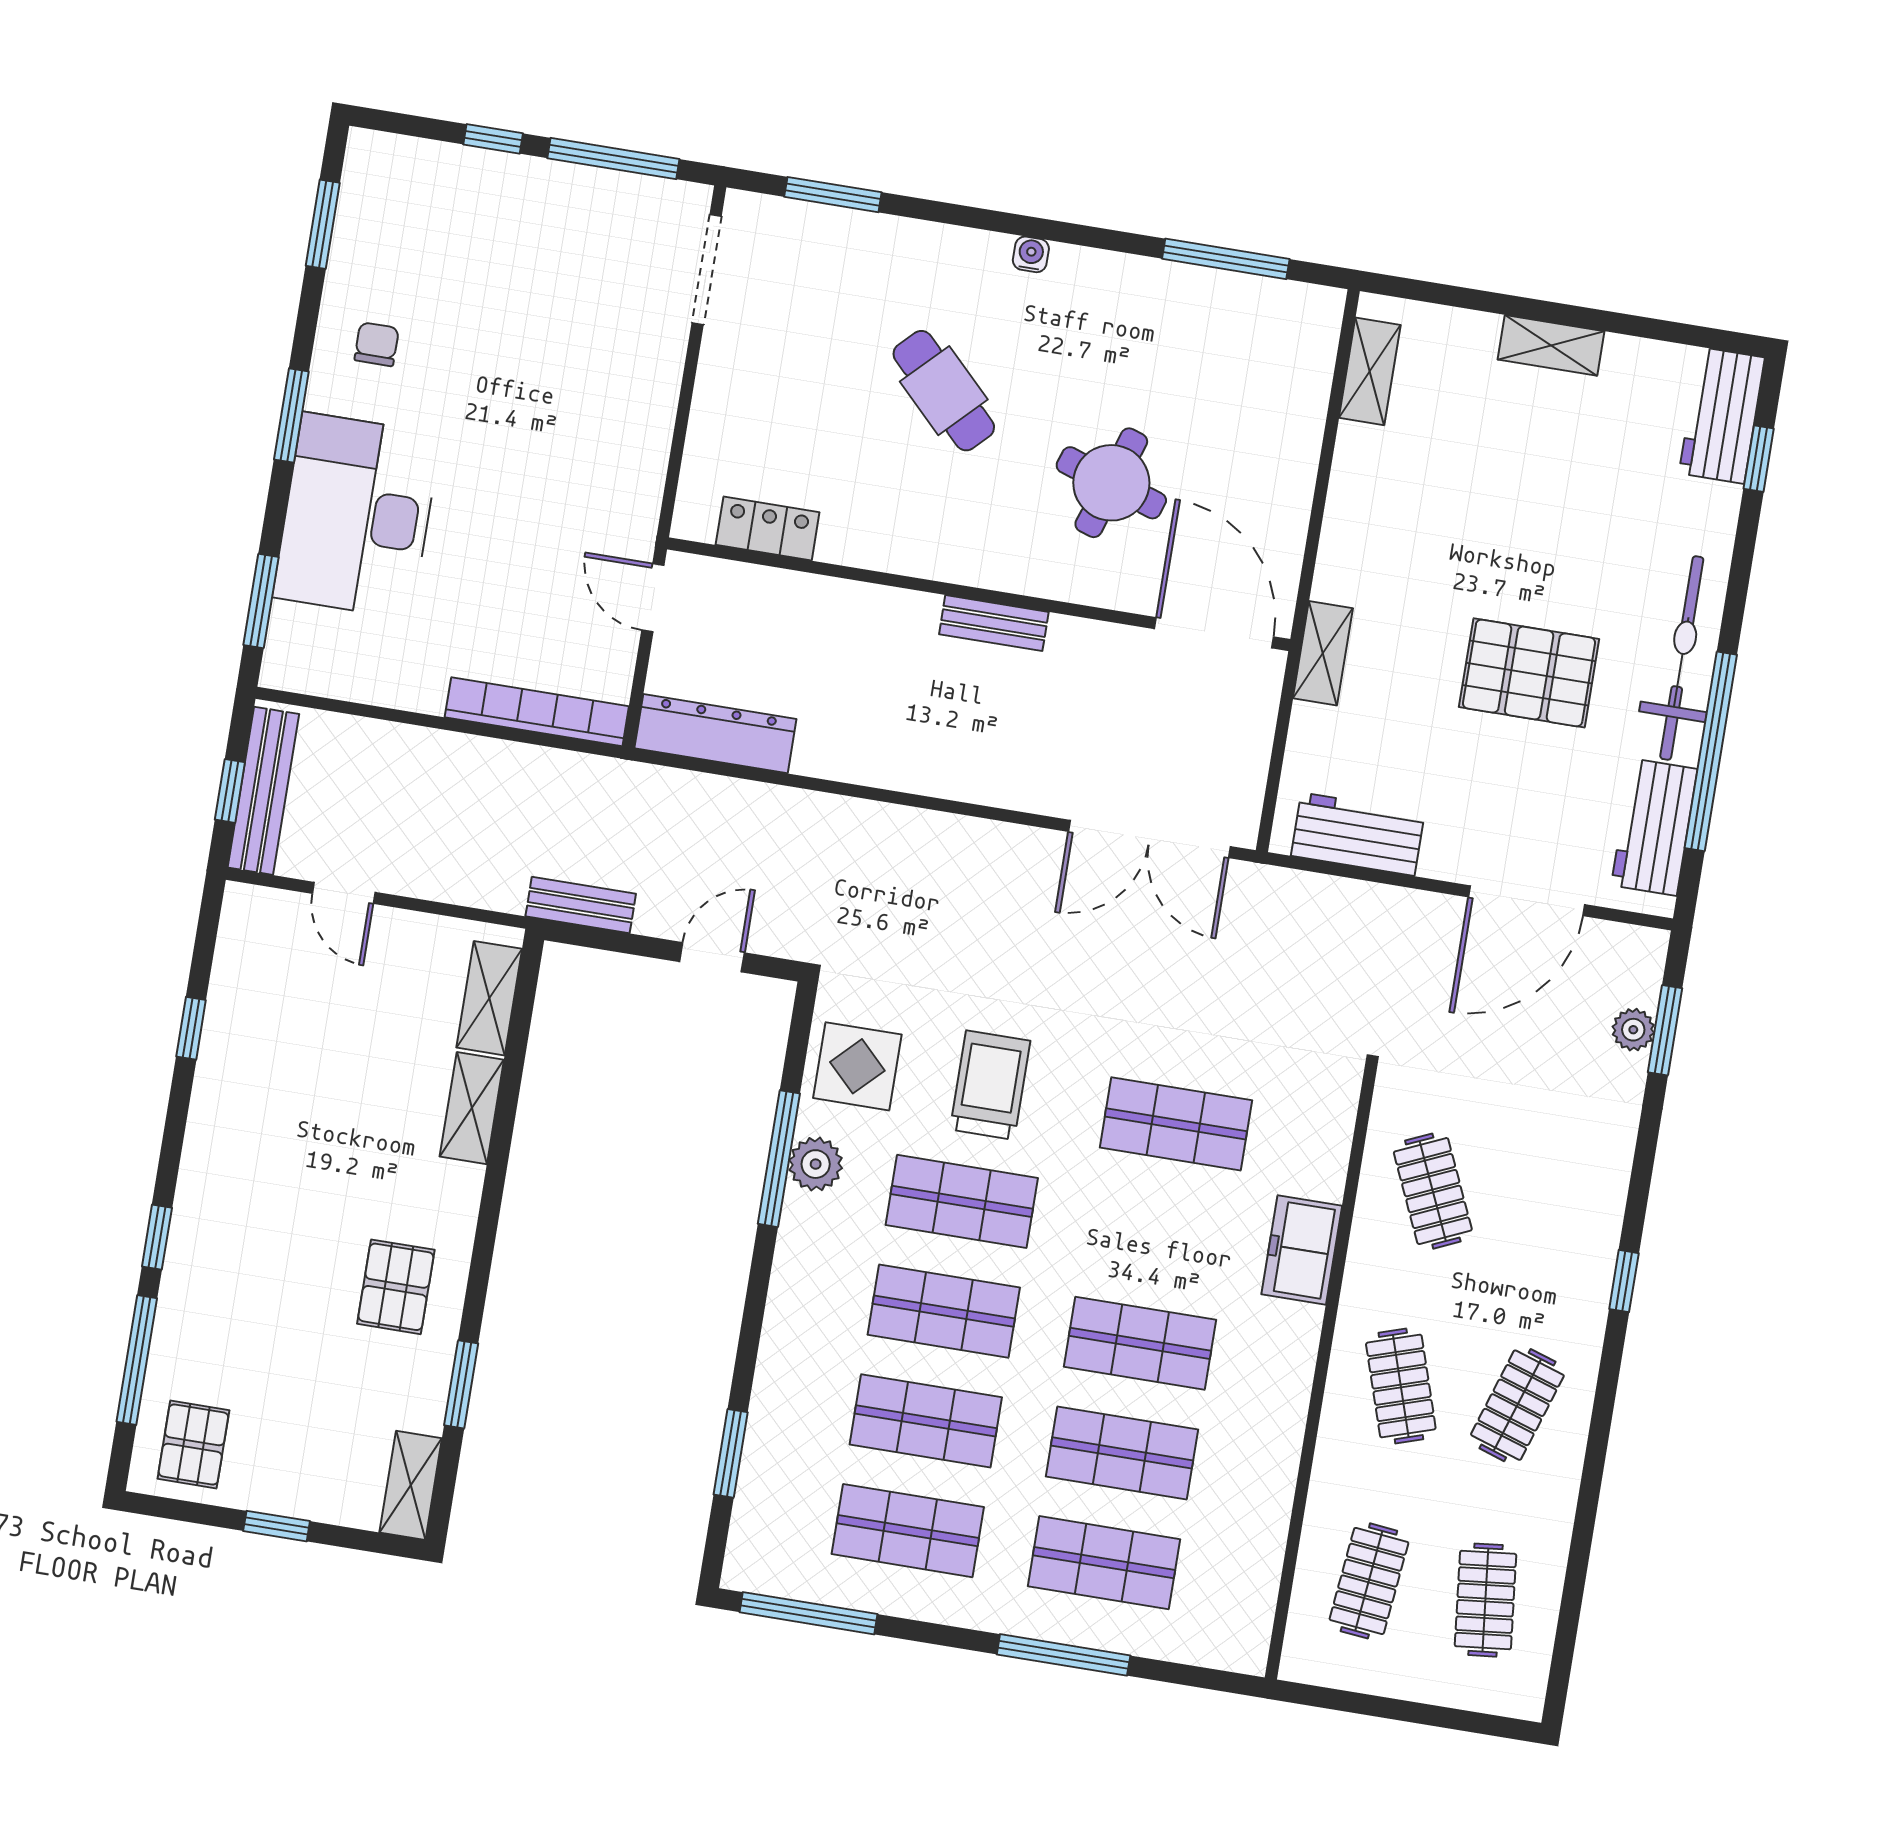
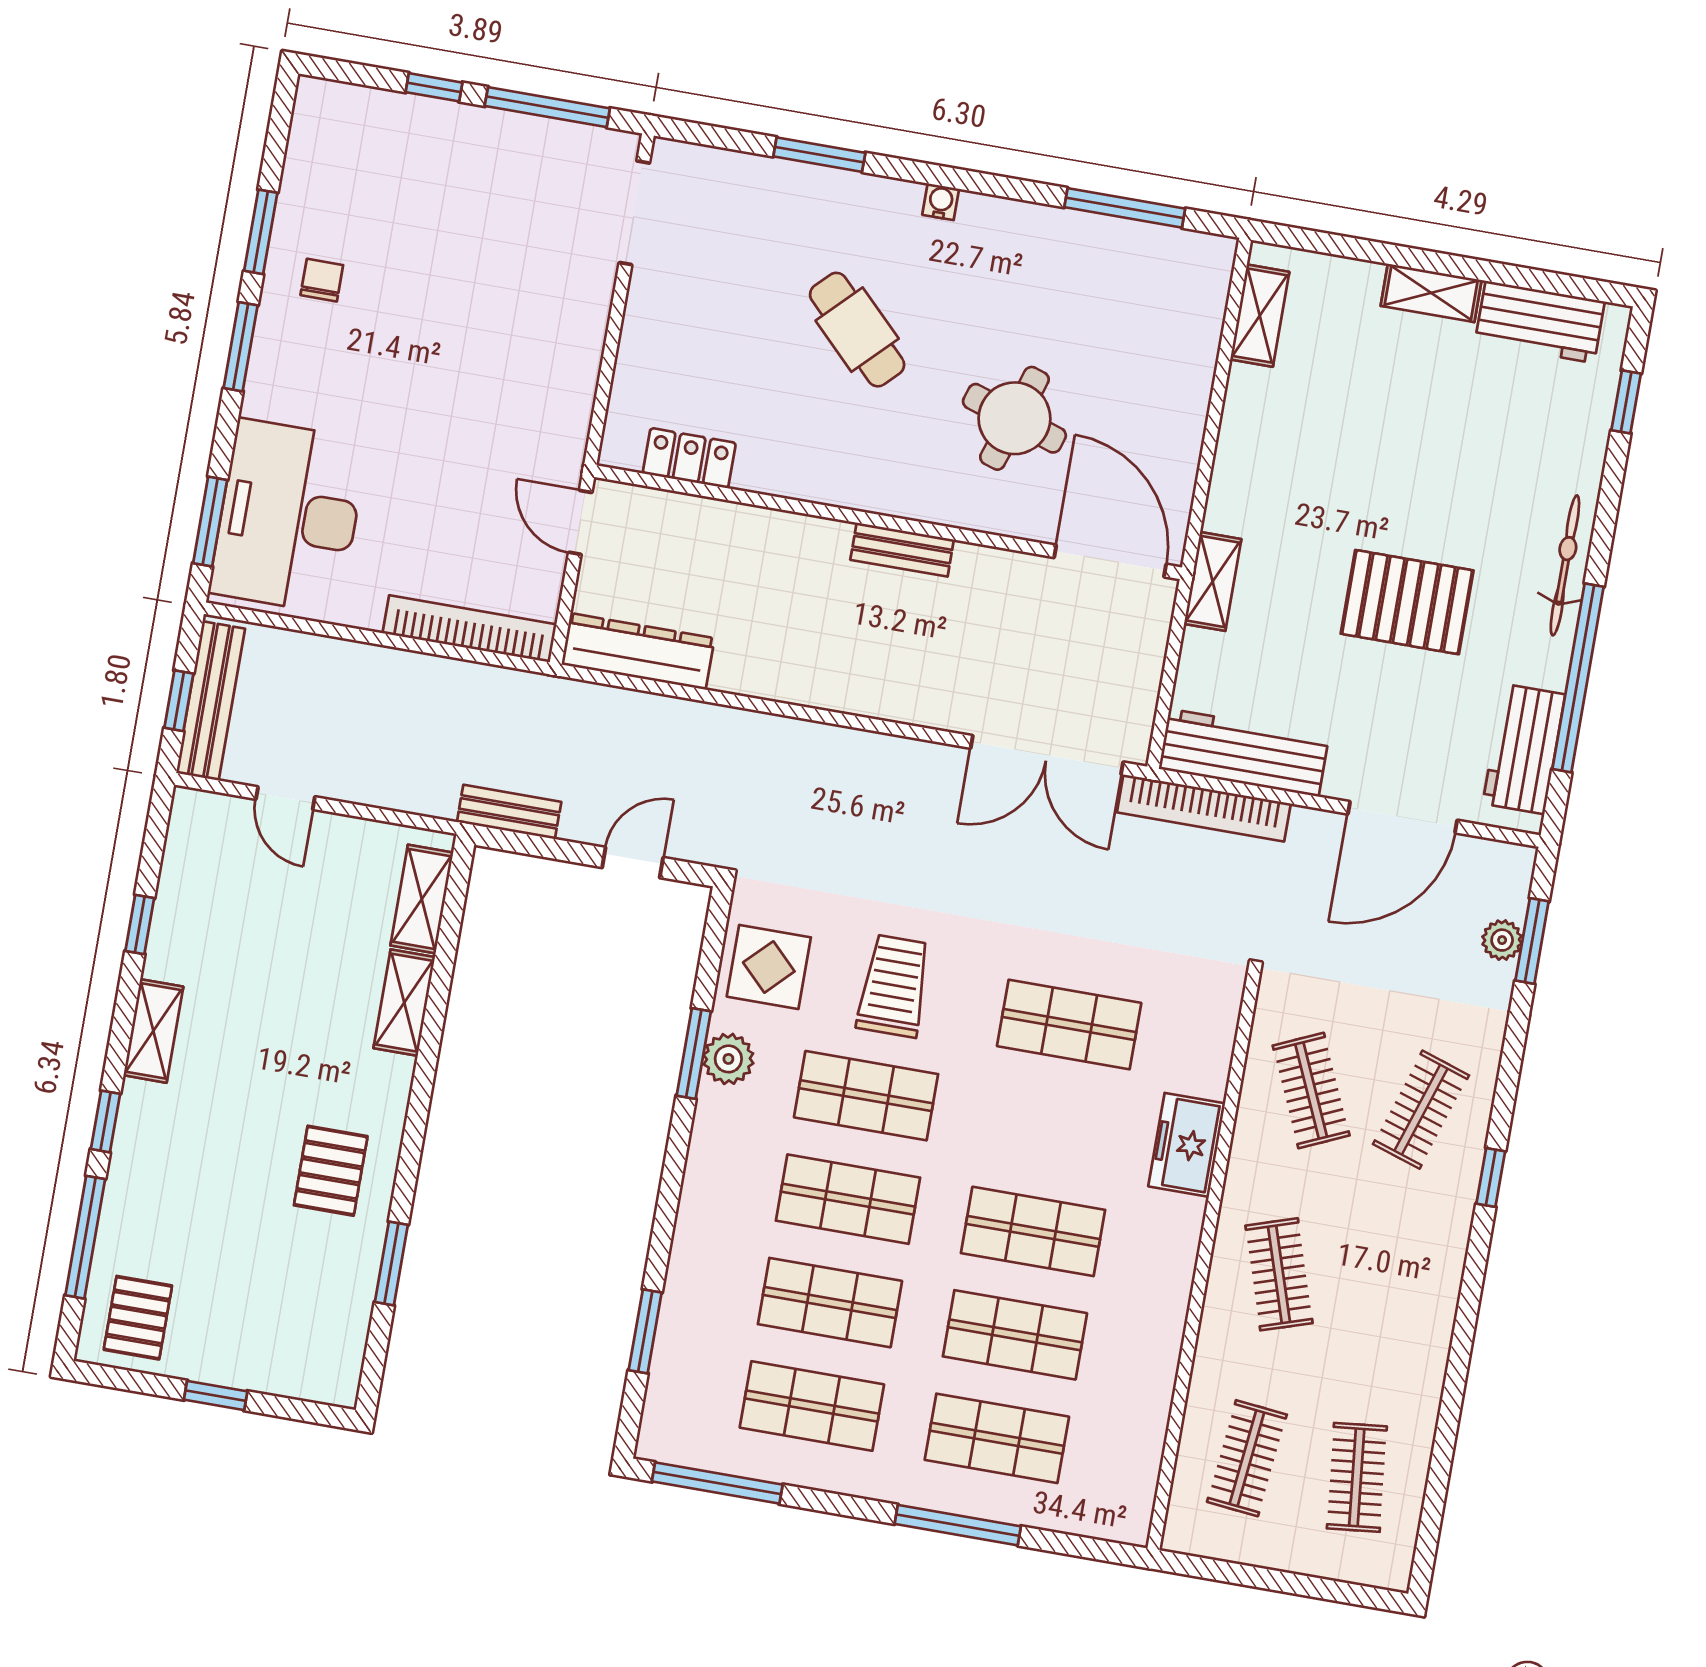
window: (833, 195) -> (819, 155), moved
window: (323, 224) -> (261, 232), moved
workbench: (1722, 415) -> (1540, 322), moved, turned -90
desk: (357, 516) -> (289, 516), moved
bicycle: (1682, 658) -> (1565, 565), width x0.73, depth x0.71
workbench: (1358, 834) -> (1244, 753), width x1.38
bookcase: (1316, 893) -> (1204, 808), added
window: (779, 1159) -> (694, 1053), width x0.69
clothes rail: (1517, 1405) -> (1421, 1110), moved
shelving: (411, 1485) -> (153, 1031), moved

